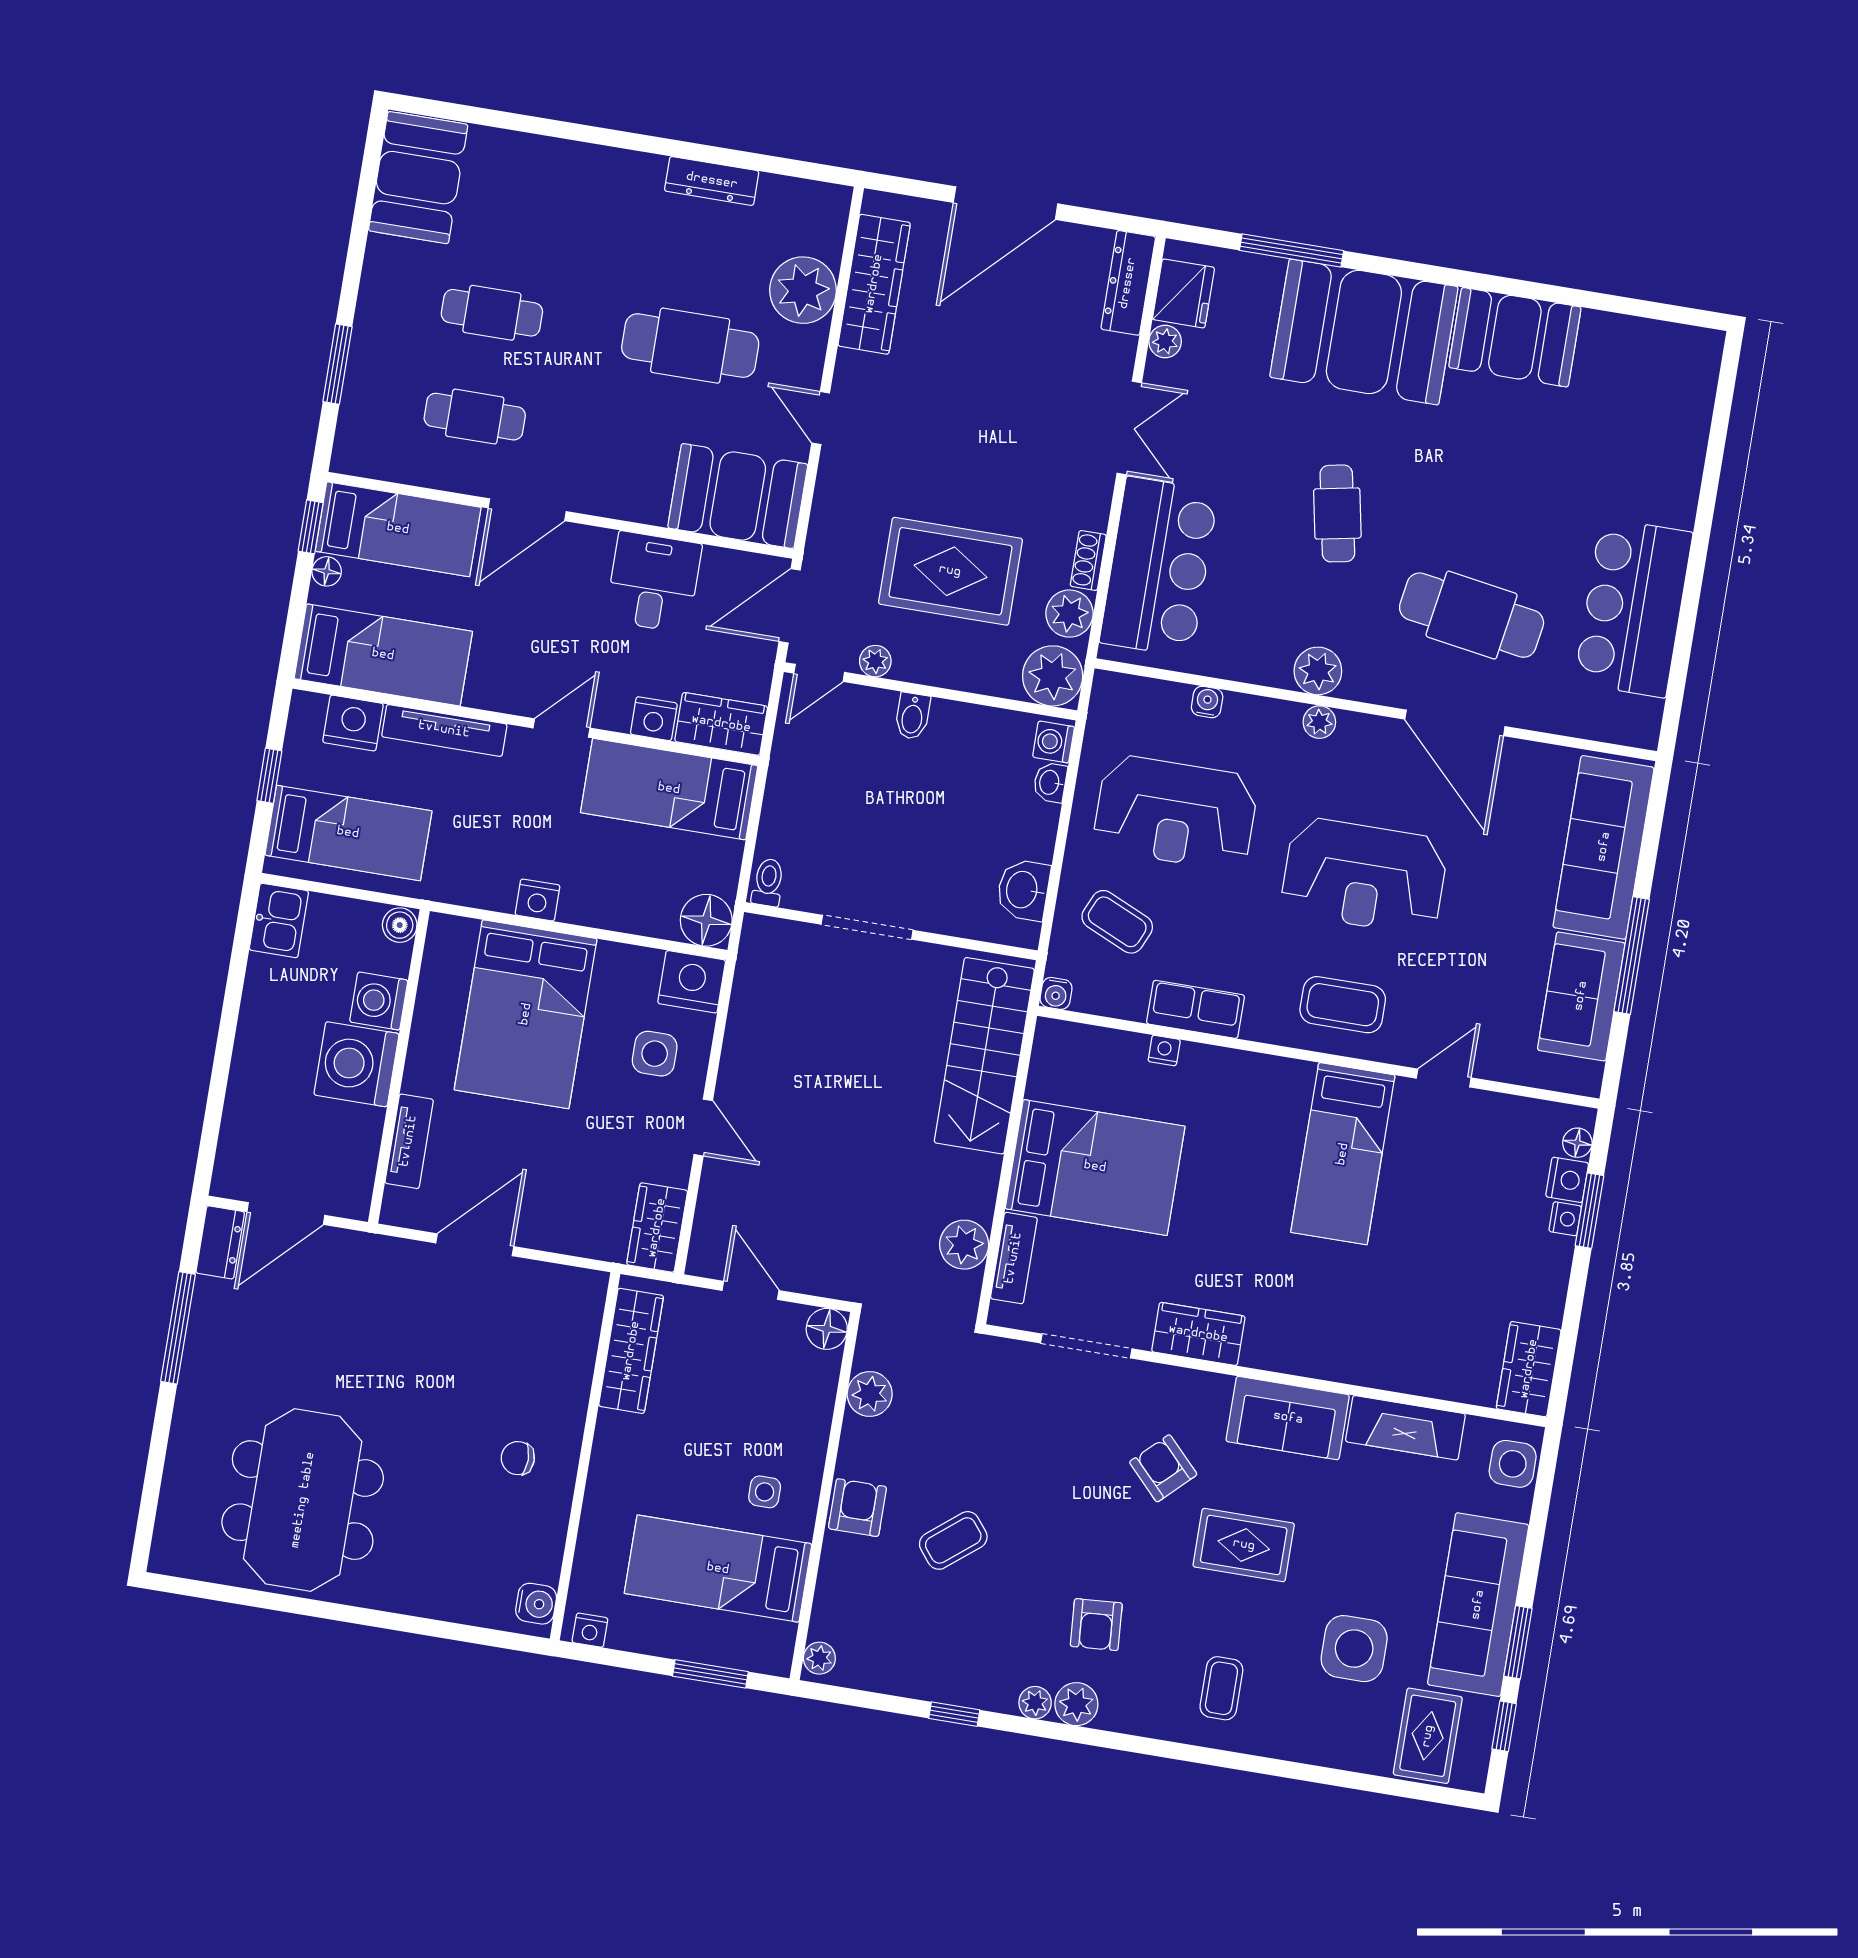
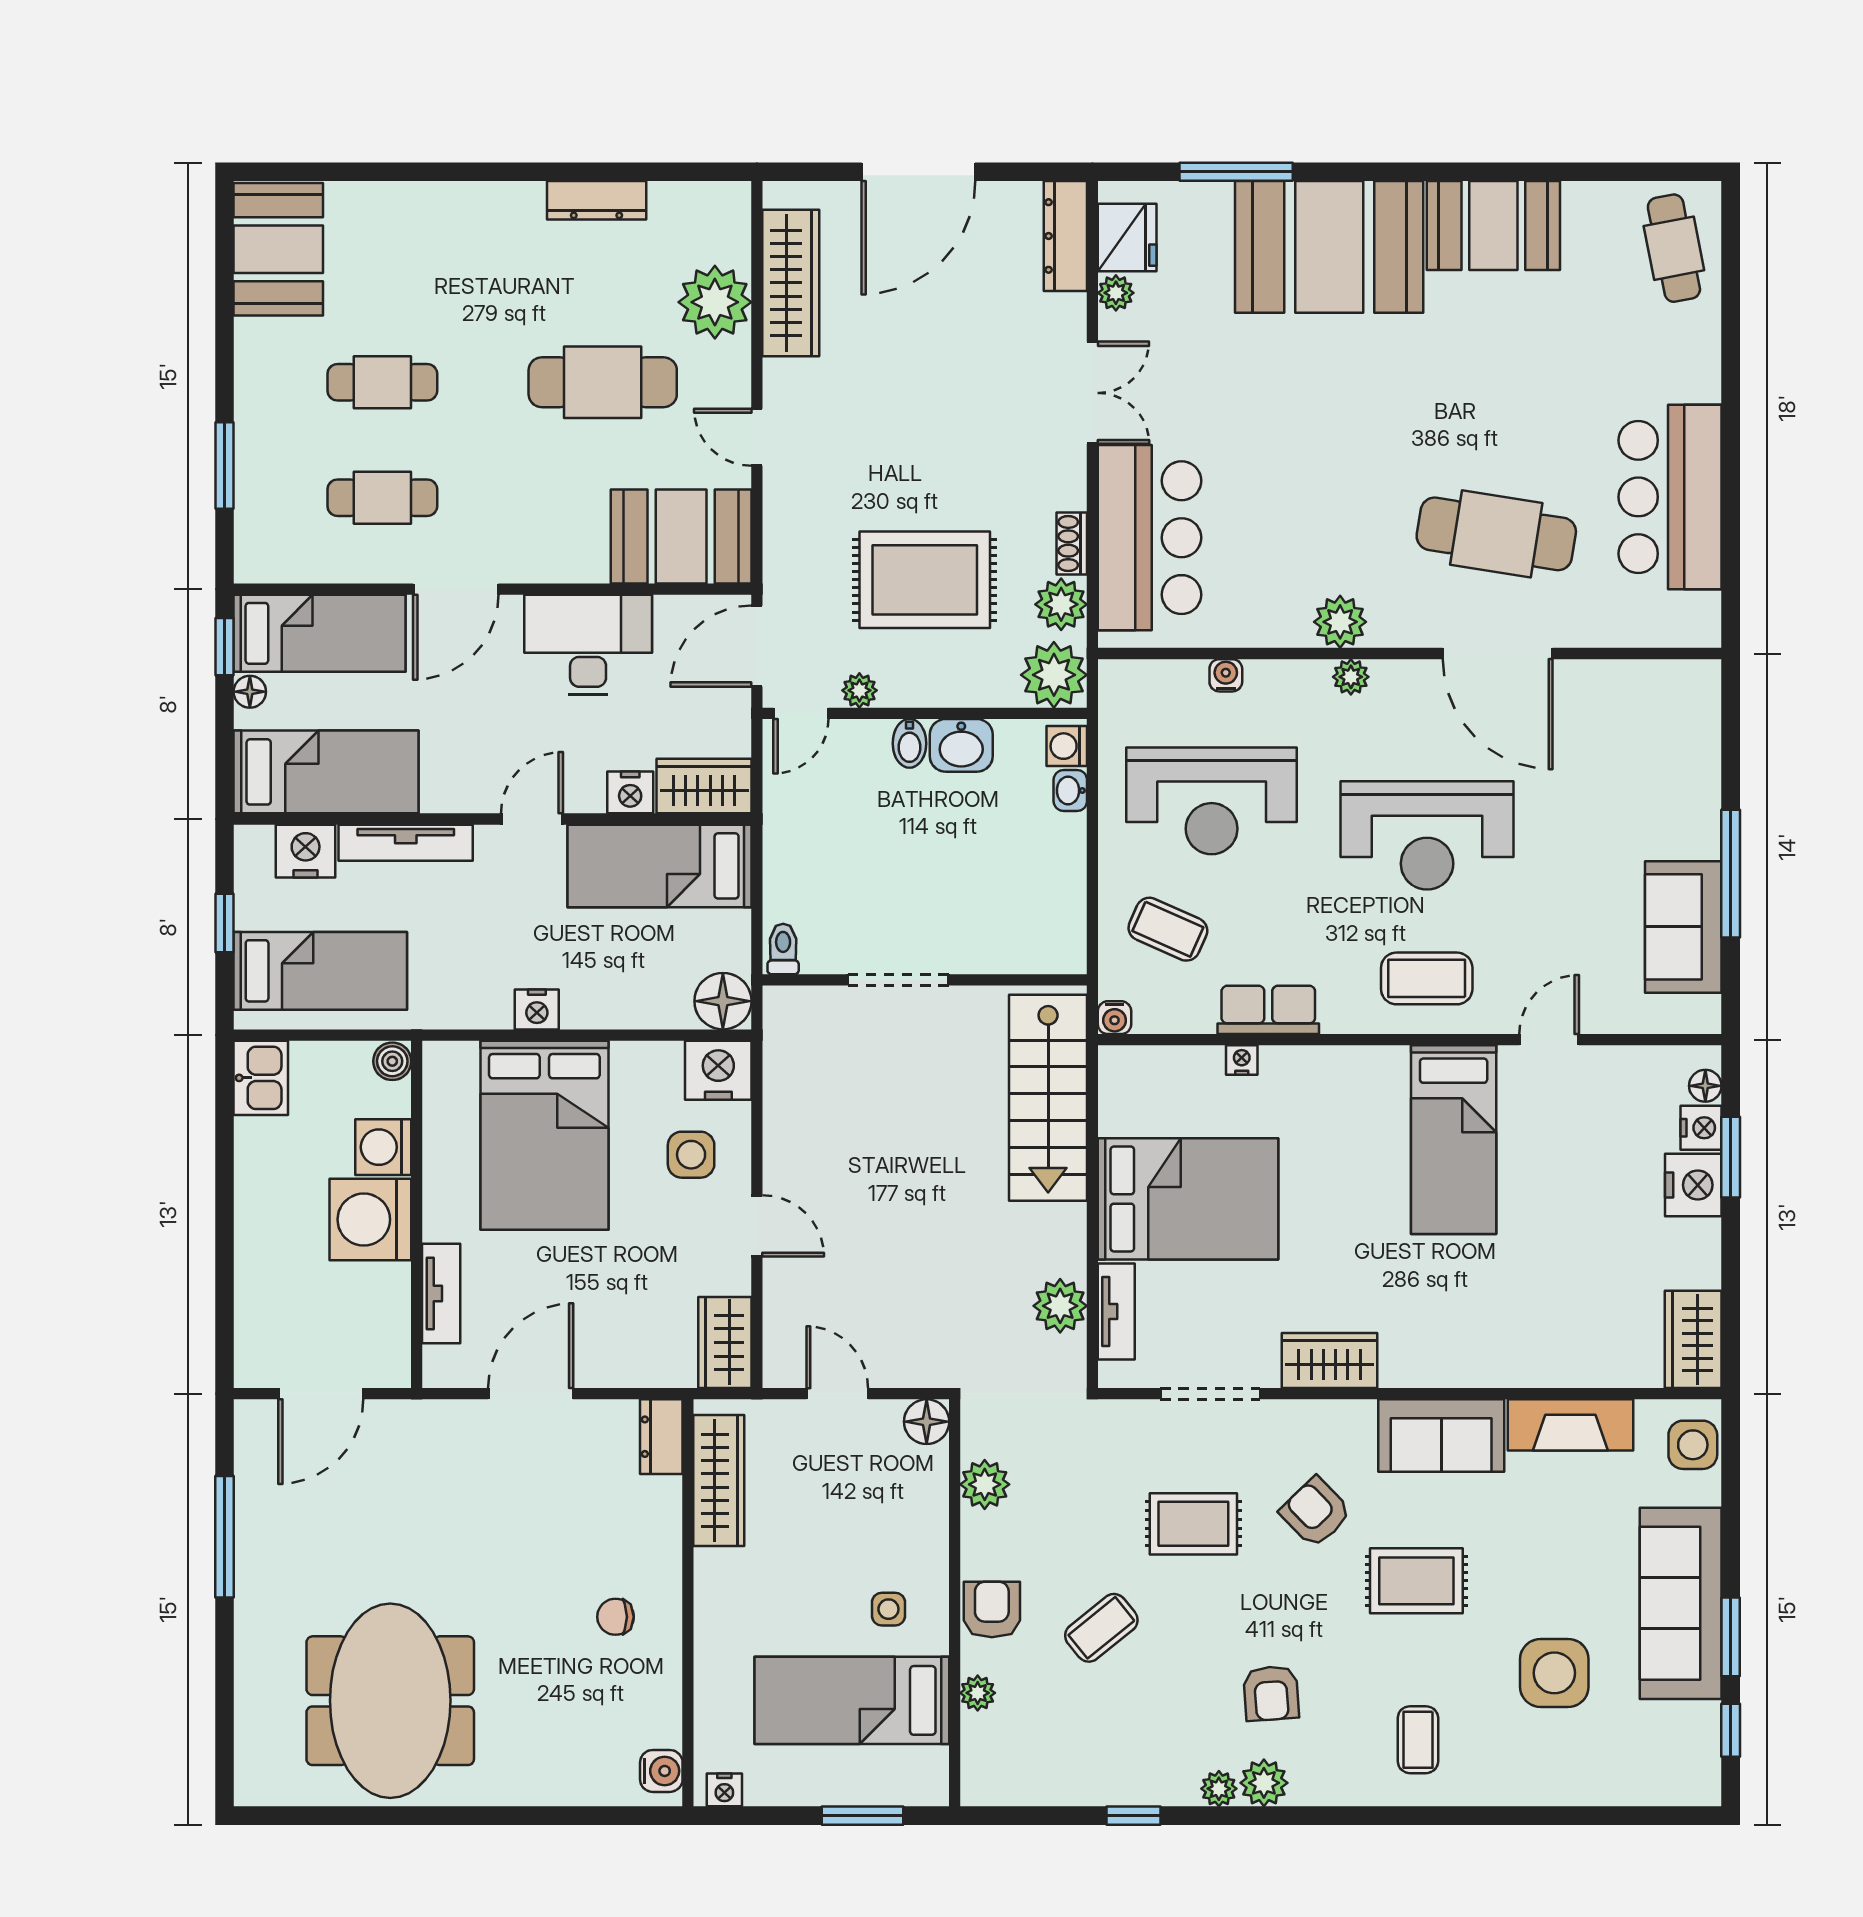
cafe table: (1337, 513) -> (1674, 248), moved
desk: (653, 582) -> (588, 645), width x1.37
sofa: (1604, 847) -> (1681, 762), removed
washbasin: (1023, 890) -> (961, 745), moved, turned -90
nightstand: (1565, 1219) -> (1693, 1185), width x1.89, depth x1.79
dresser: (220, 1242) -> (661, 1437), moved, turned 180
plant: (819, 1658) -> (978, 1693), moved
rug: (1428, 1736) -> (1193, 1524), moved, turned 90

